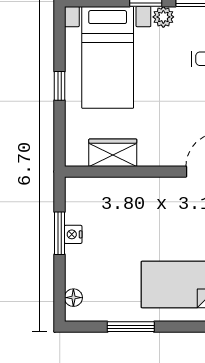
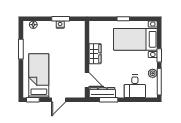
plant: (163, 17) -> (153, 73), moved
wardrobe: (113, 153) -> (95, 54), moved

